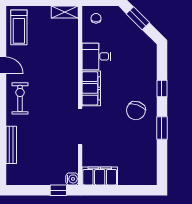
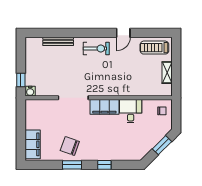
shelving: (65, 12) -> (167, 73), moved
chair: (136, 111) -> (70, 146), moved
filing cabinet: (100, 176) -> (33, 144), moved

